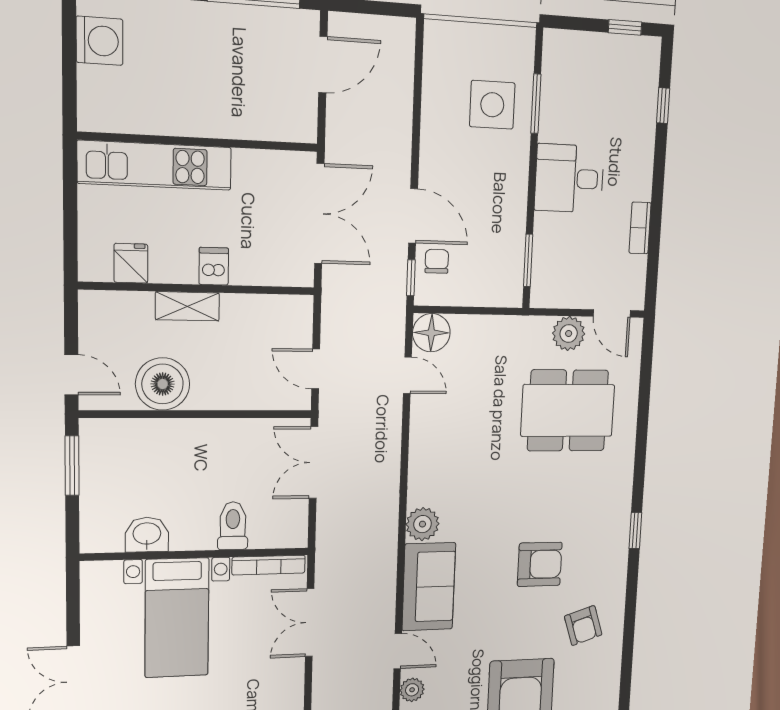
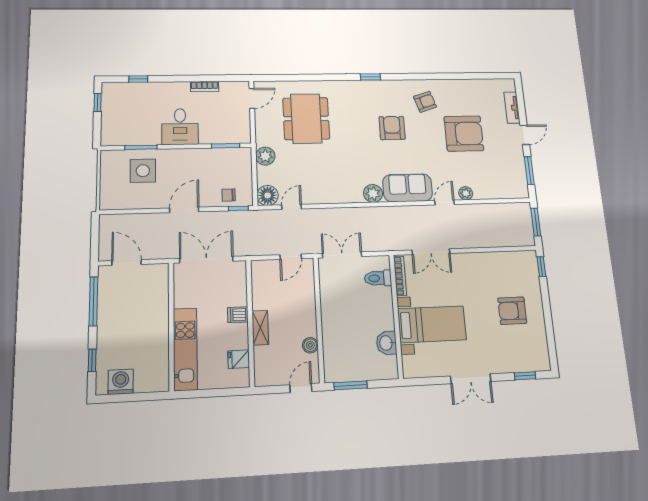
door: (413, 216) -> (184, 210), moved
plant: (569, 333) -> (265, 156), moved
boiler: (163, 384) -> (310, 345), width x0.54, depth x0.54
double door: (313, 463) -> (342, 255), swing flipped
toilet: (233, 526) -> (378, 278), moved

